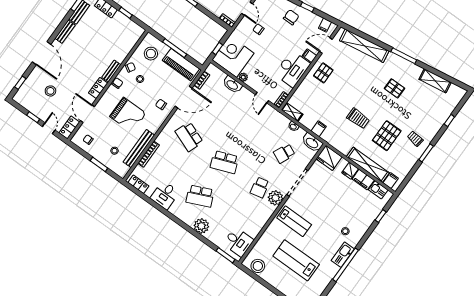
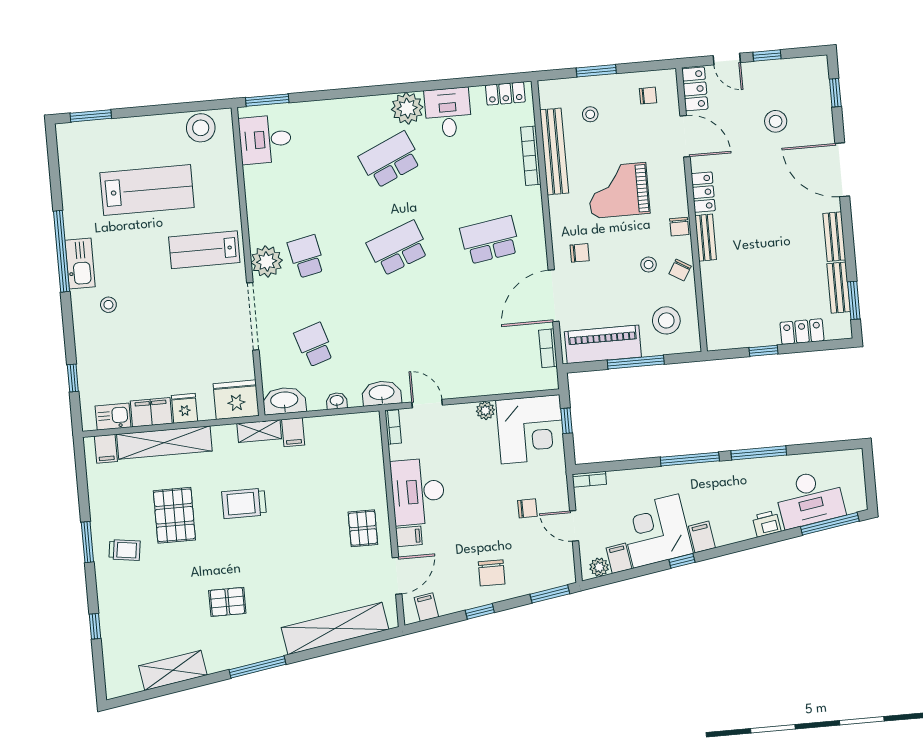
washbasin: (232, 85) -> (382, 393), moved
shelving: (292, 112) -> (259, 431), moved
school desk: (189, 137) -> (490, 240), turned -30
school desk: (284, 153) -> (314, 345), turned -42
plant: (201, 226) -> (407, 108), moved

